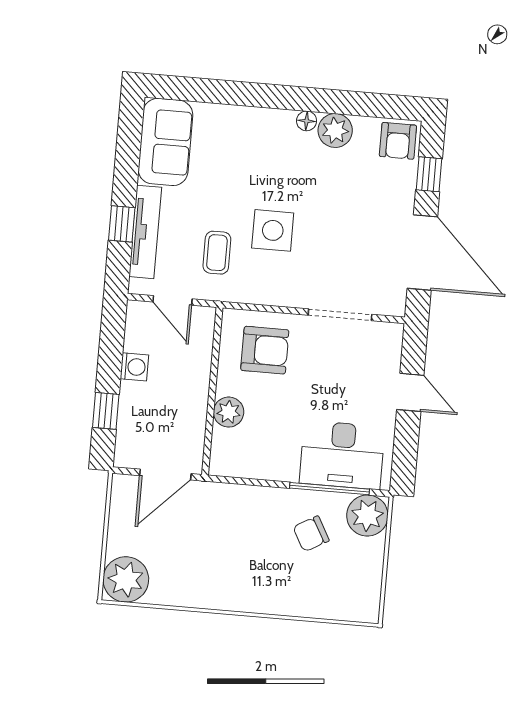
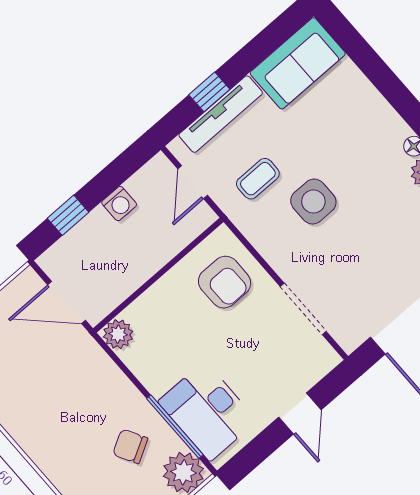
plant: (229, 412) -> (118, 334), moved

